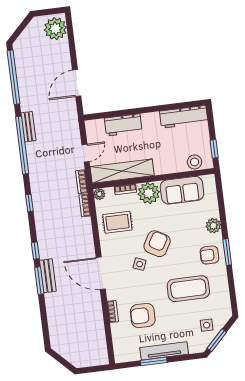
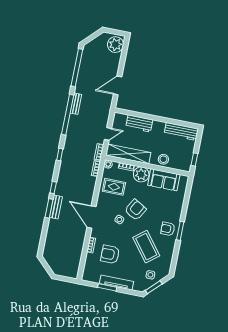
stool: (194, 162) -> (163, 159), moved
plant: (213, 226) -> (177, 210), removed
coffee table: (188, 289) -> (146, 247), turned 52

